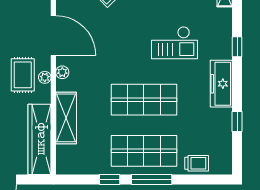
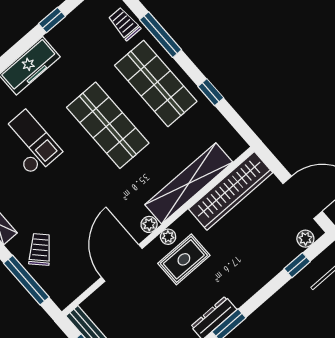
shelving: (66, 118) -> (189, 183), width x1.47
window: (152, 179) -> (161, 35), moved

